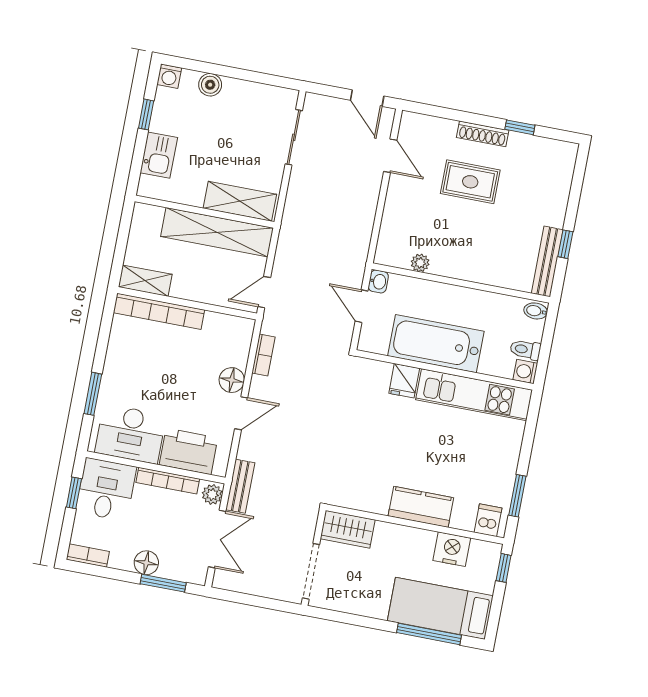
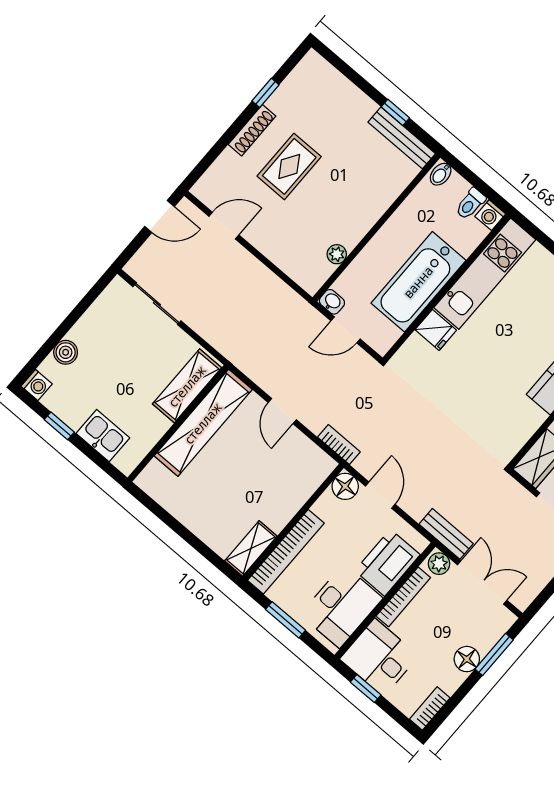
shelving: (145, 281) -> (251, 548), moved
wall: (187, 303) -> (293, 522), moved
bookcase: (159, 311) -> (286, 552), moved

